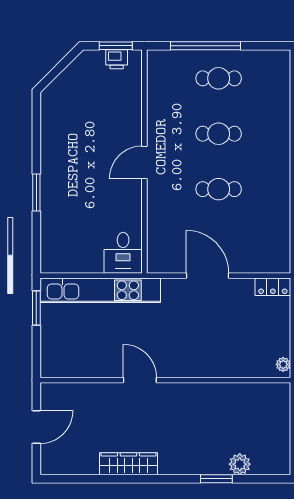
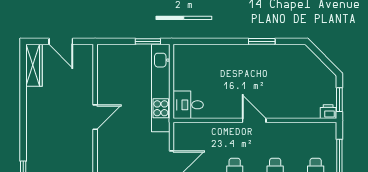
printer: (117, 59) -> (328, 112), moved, turned 90
window: (36, 193) -> (262, 41), moved
wardrobe: (129, 464) -> (34, 65), moved

